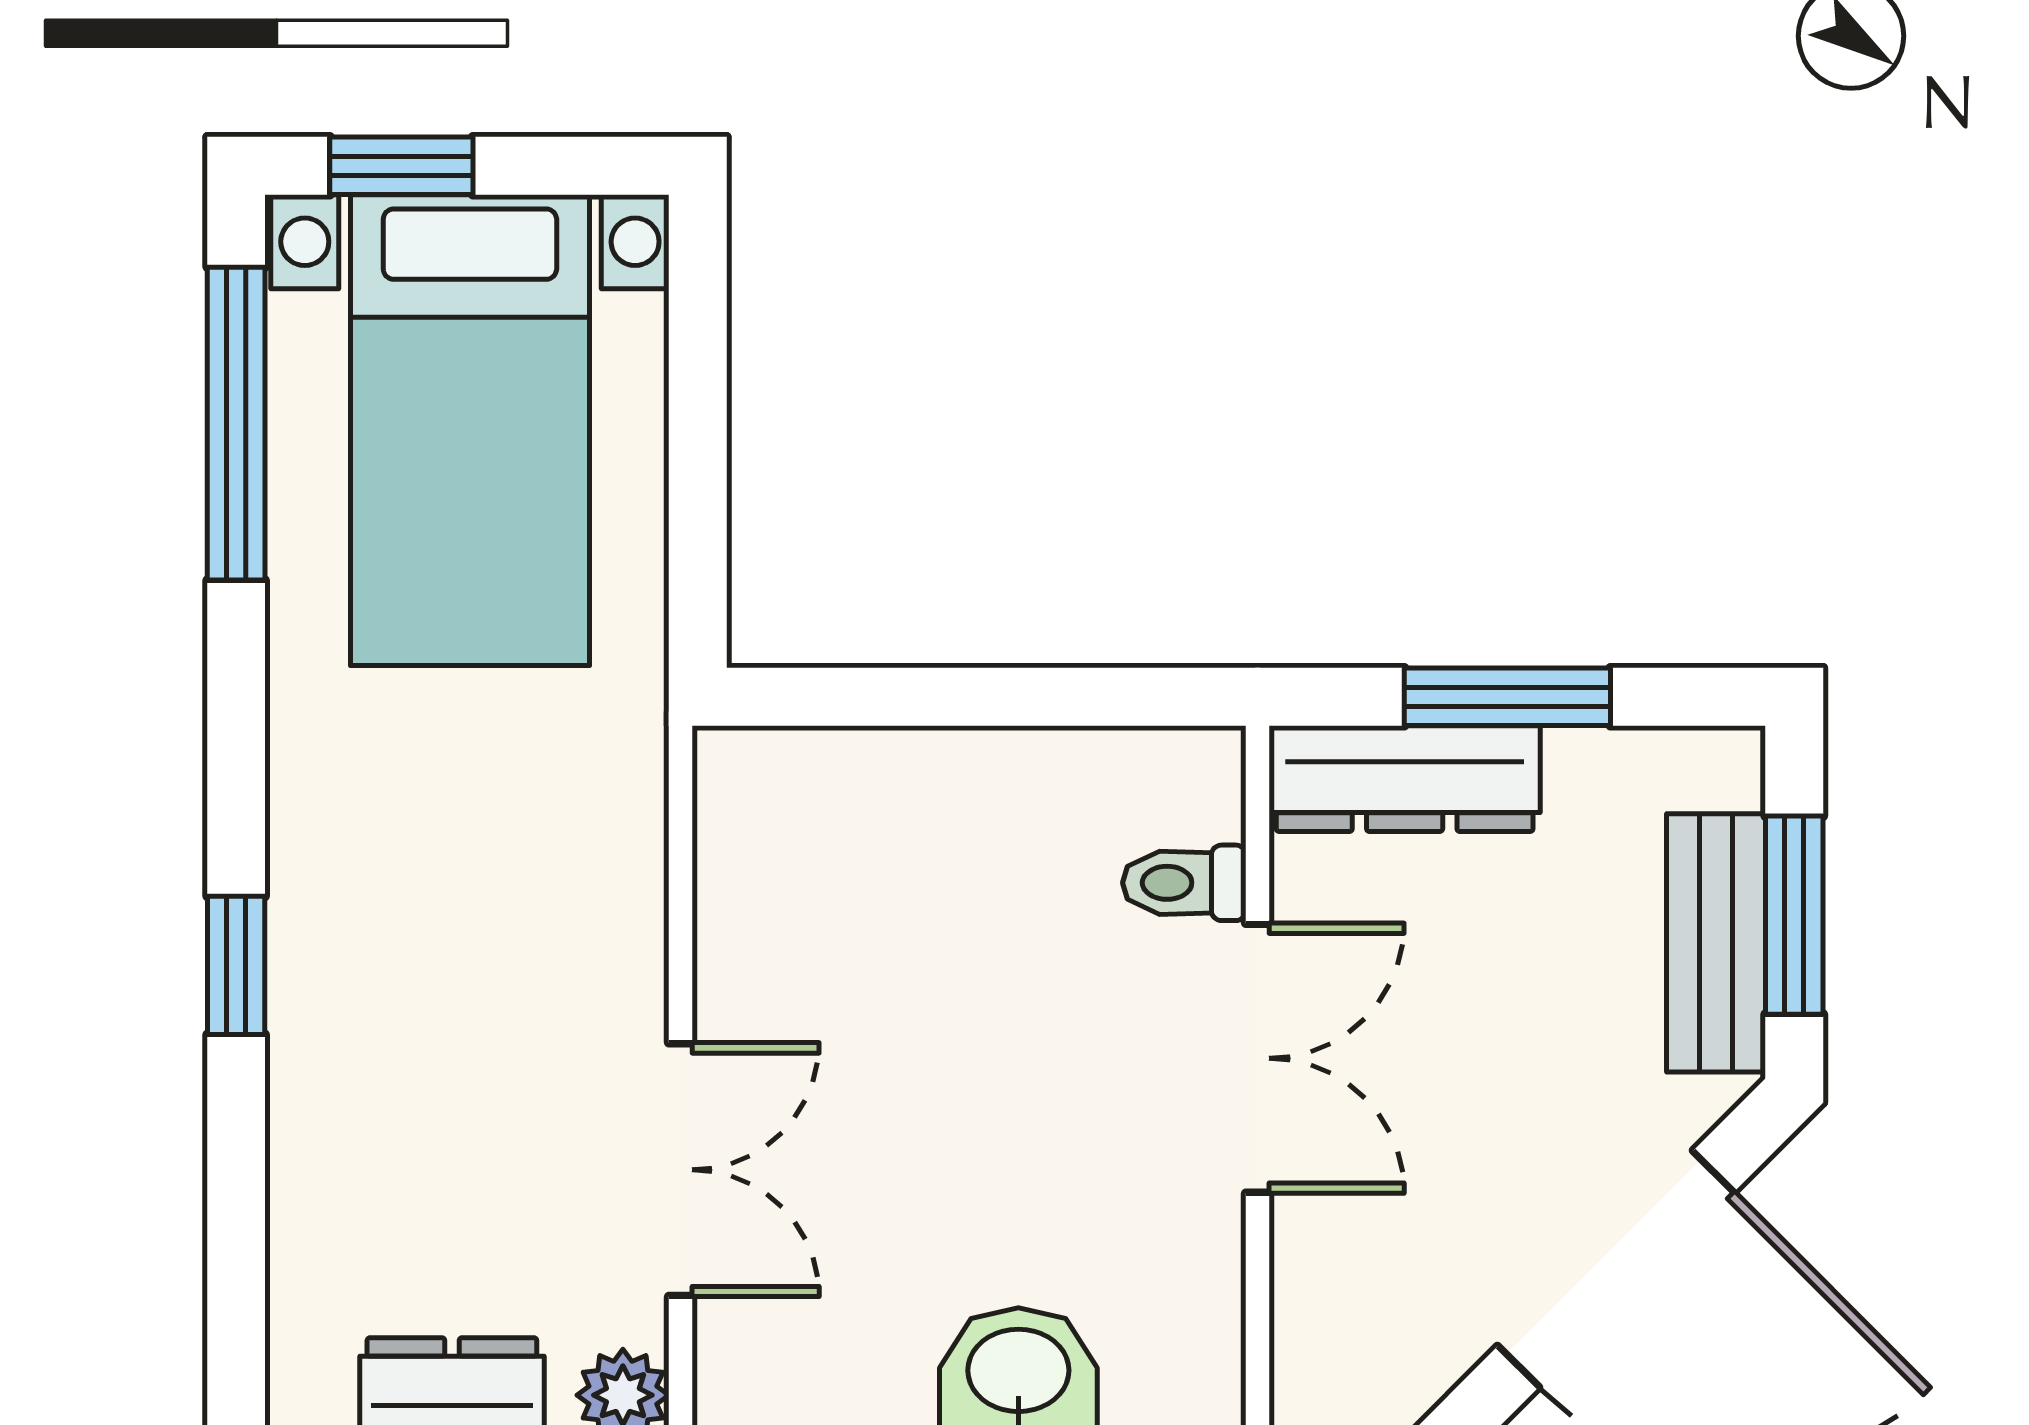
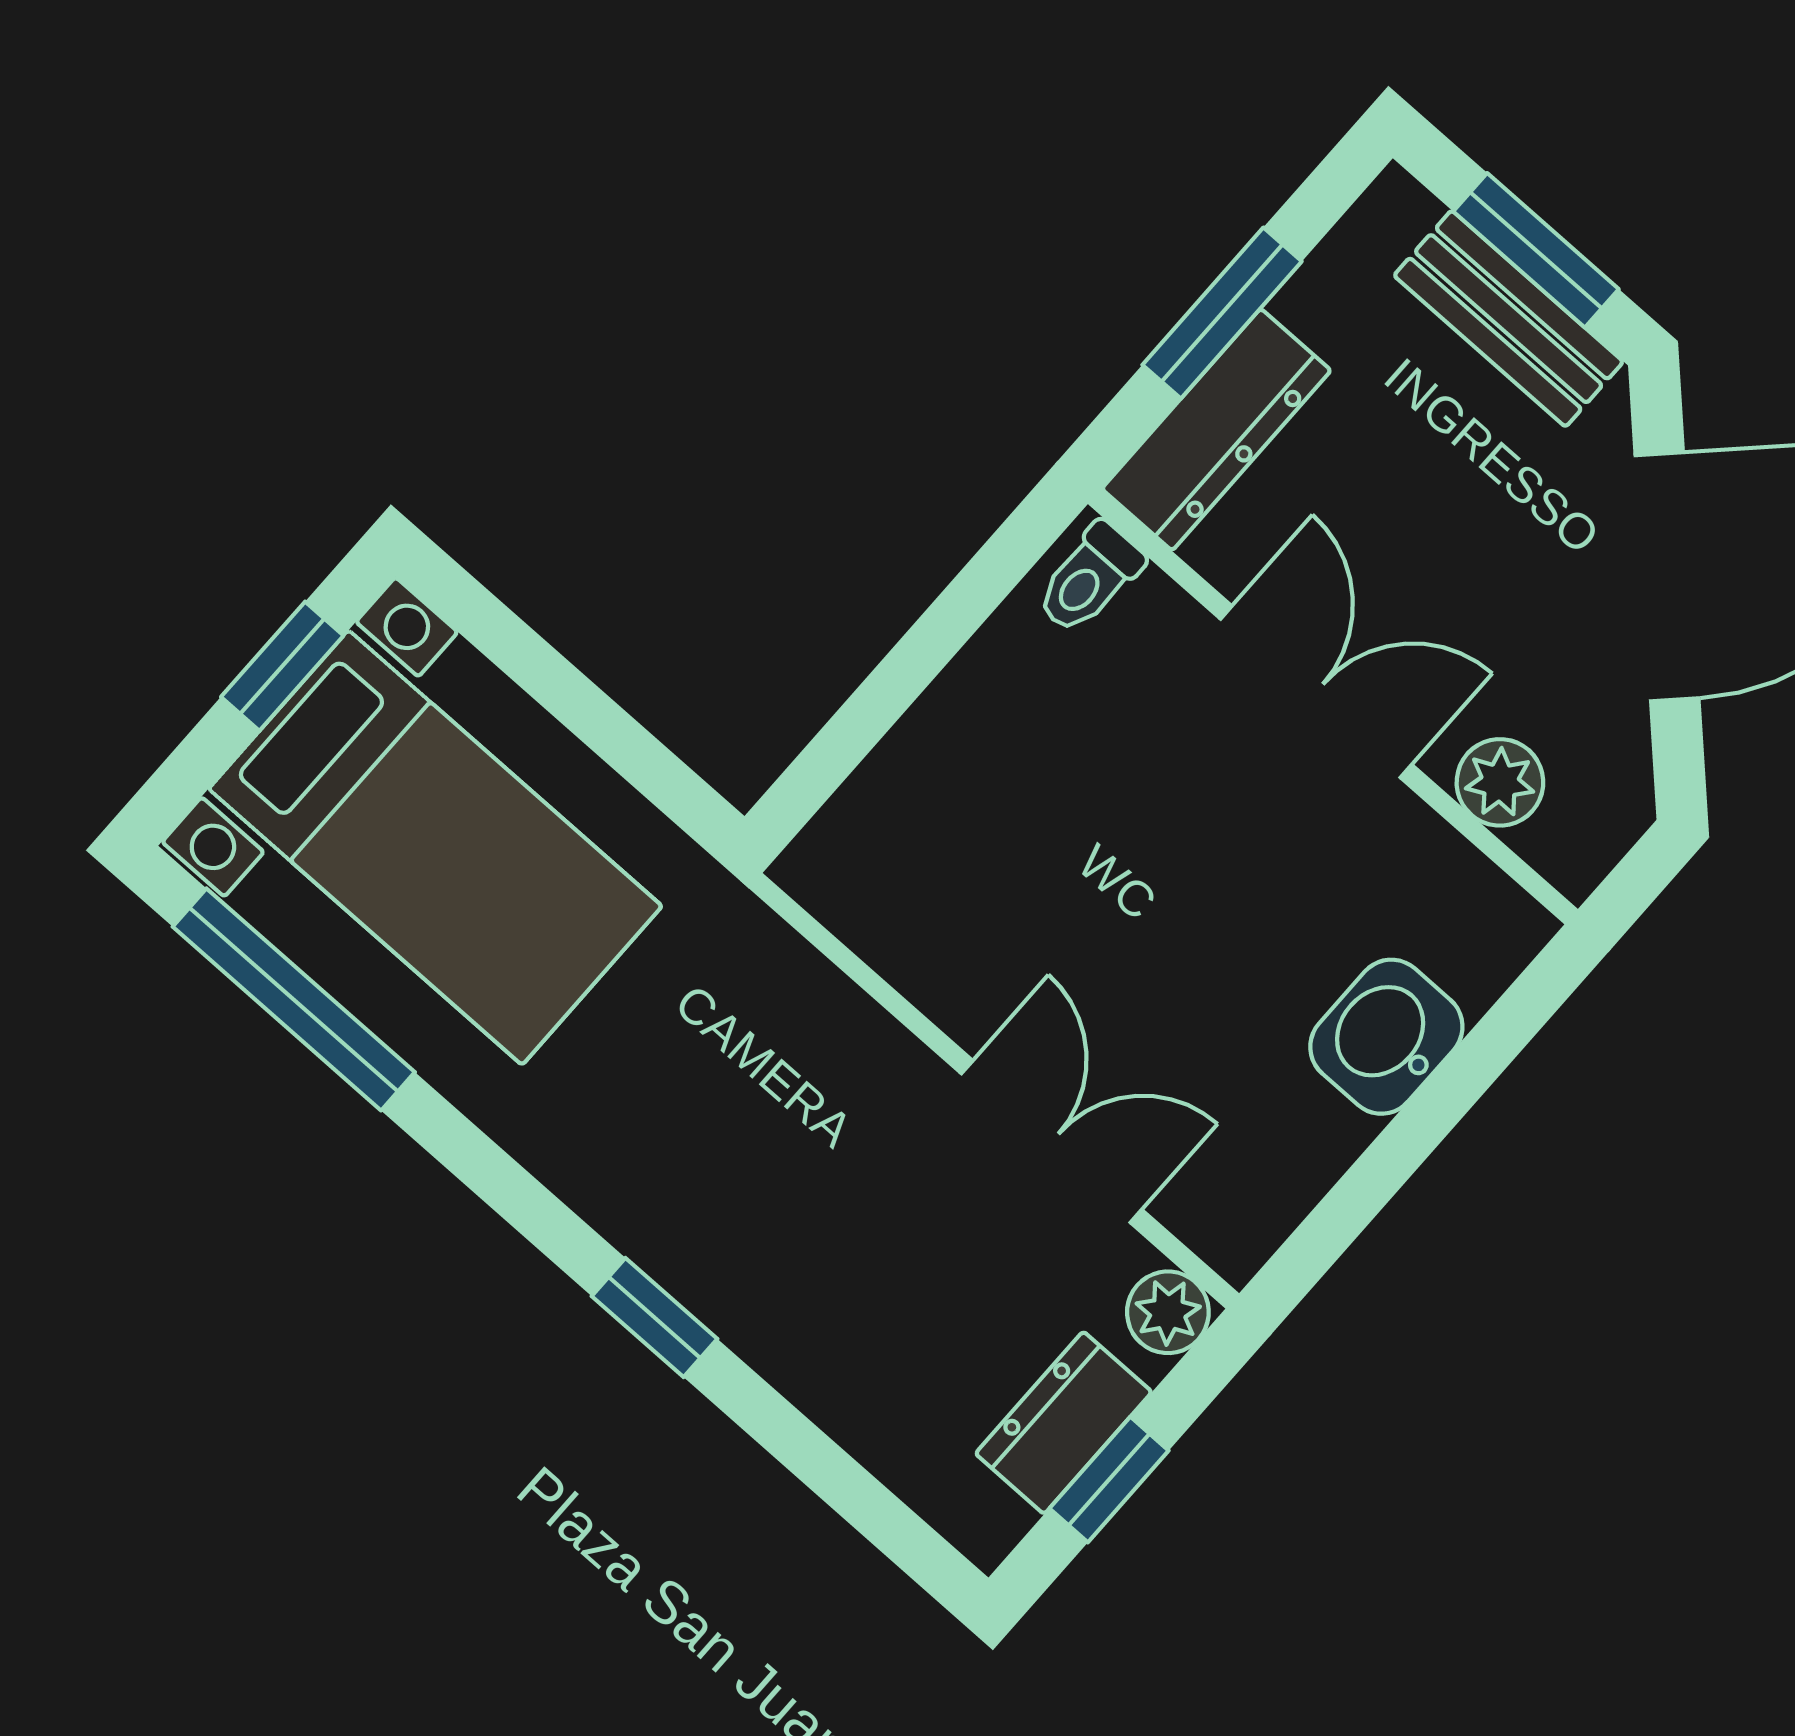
window: (401, 166) -> (282, 666), moved
toilet: (1184, 883) -> (1089, 578), moved
plant: (1318, 1281) -> (1500, 782), added

